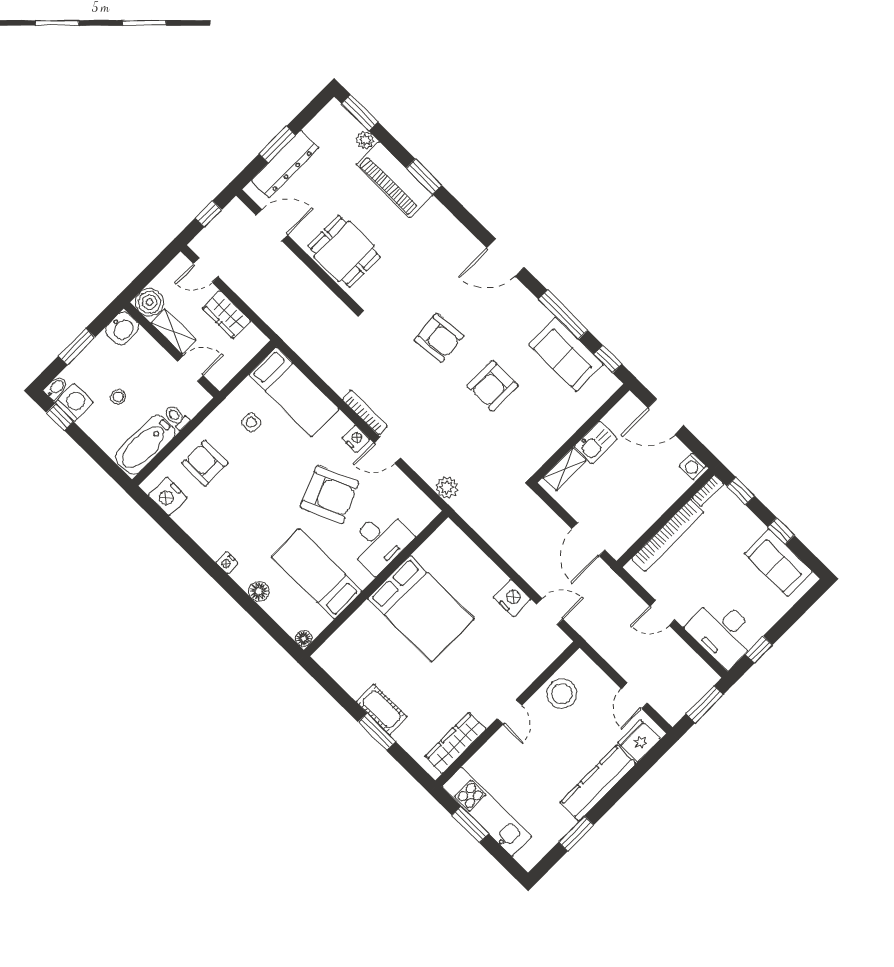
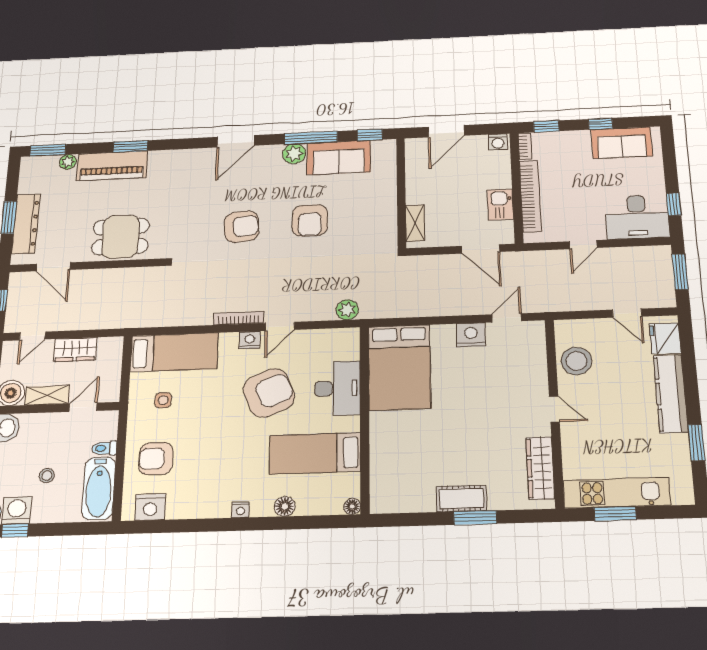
door: (272, 225) -> (53, 267), swing flipped
plant: (537, 316) -> (294, 154), added
kitchen sink: (596, 442) -> (500, 204), moved, turned 180
bed: (421, 609) -> (399, 367), moved, turned 90

